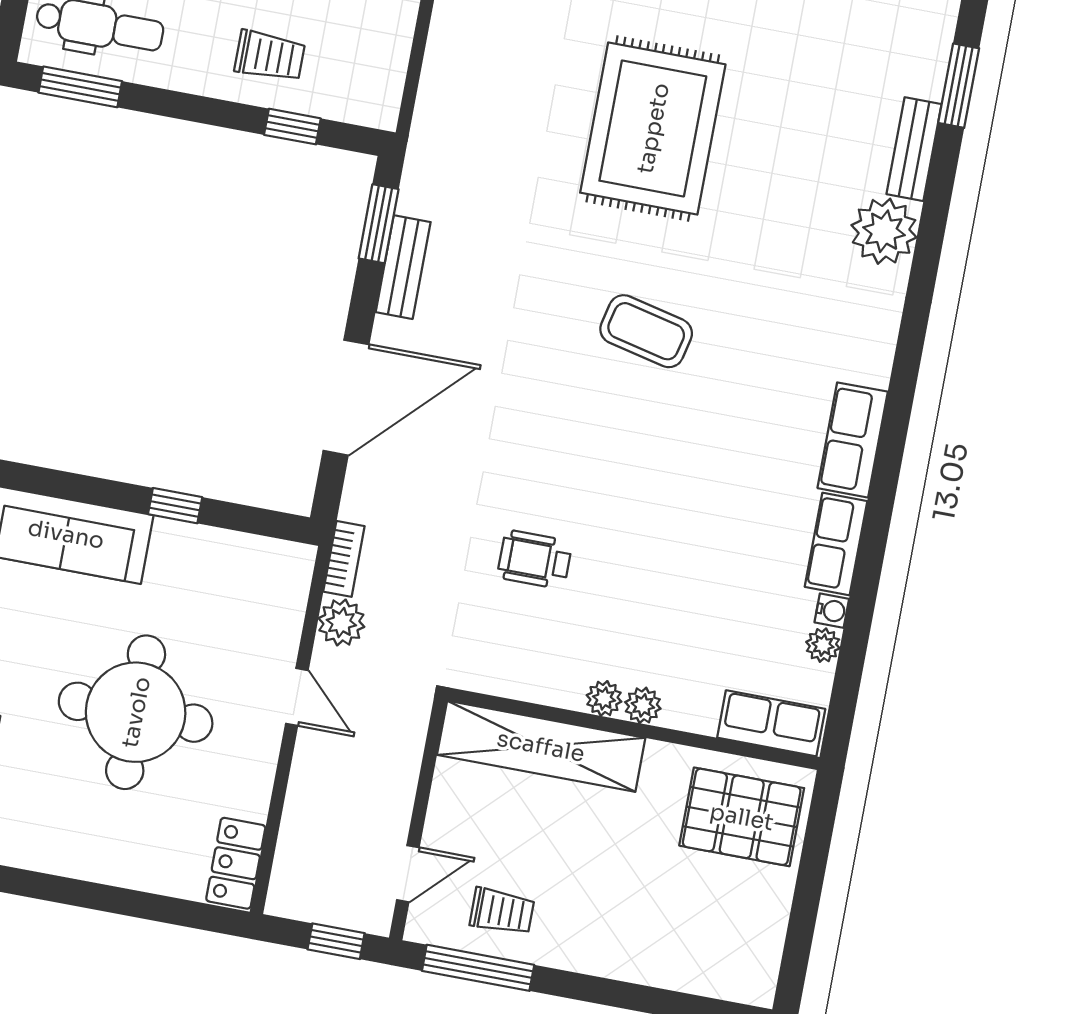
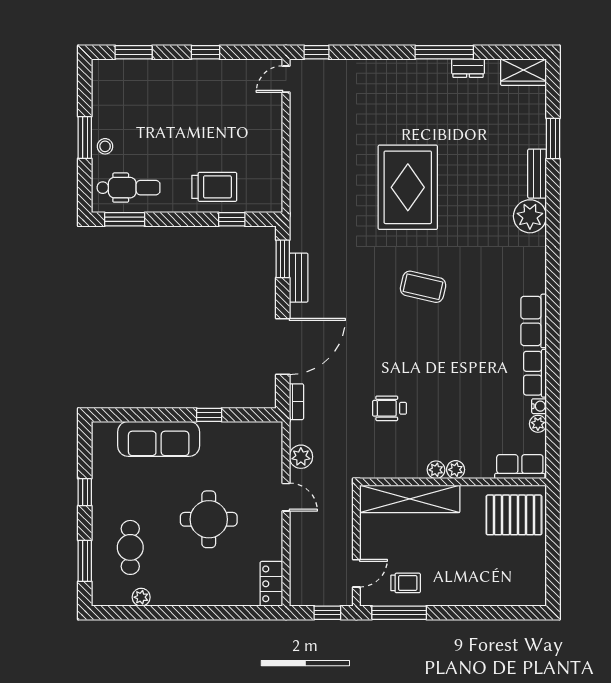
trolley: (270, 56) -> (214, 187), width x1.36, depth x1.39
bookcase: (344, 559) -> (296, 402), moved
round table: (136, 712) -> (209, 519), width x0.73, depth x0.73

